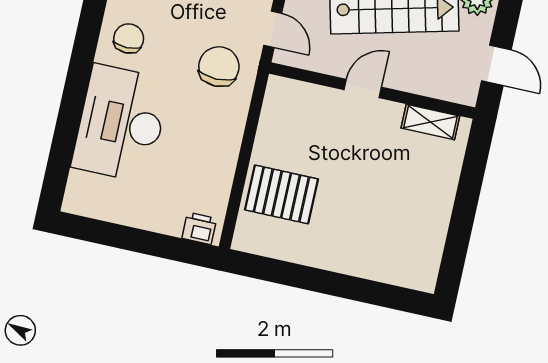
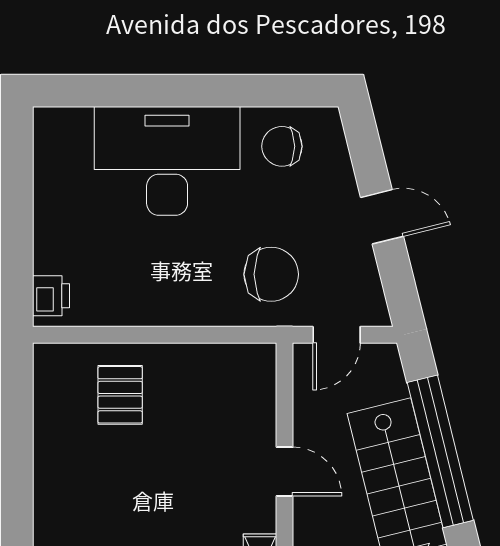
chair: (129, 38) -> (282, 146), turned 180
pallet: (281, 194) -> (120, 395), width x0.67, depth x0.71

